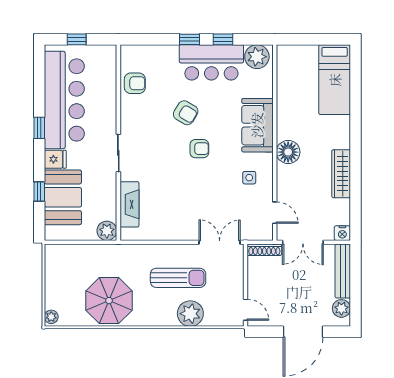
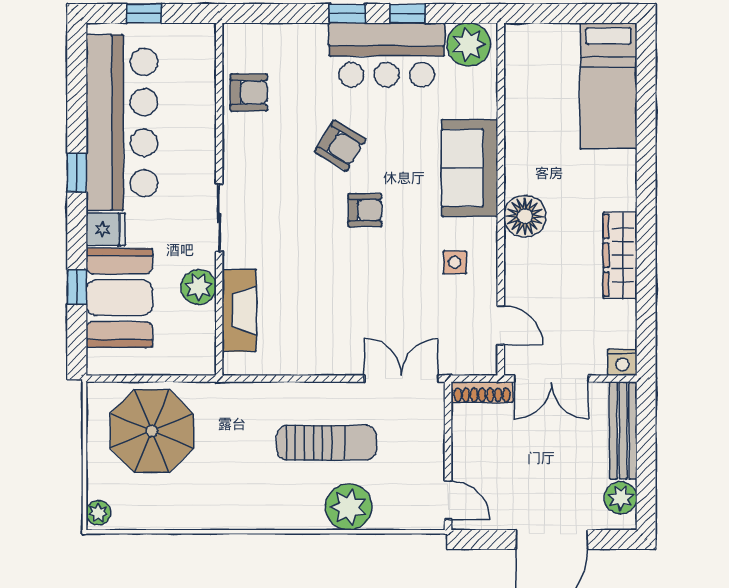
plant: (107, 231) -> (198, 287), moved
parasol: (109, 301) -> (152, 431), moved

